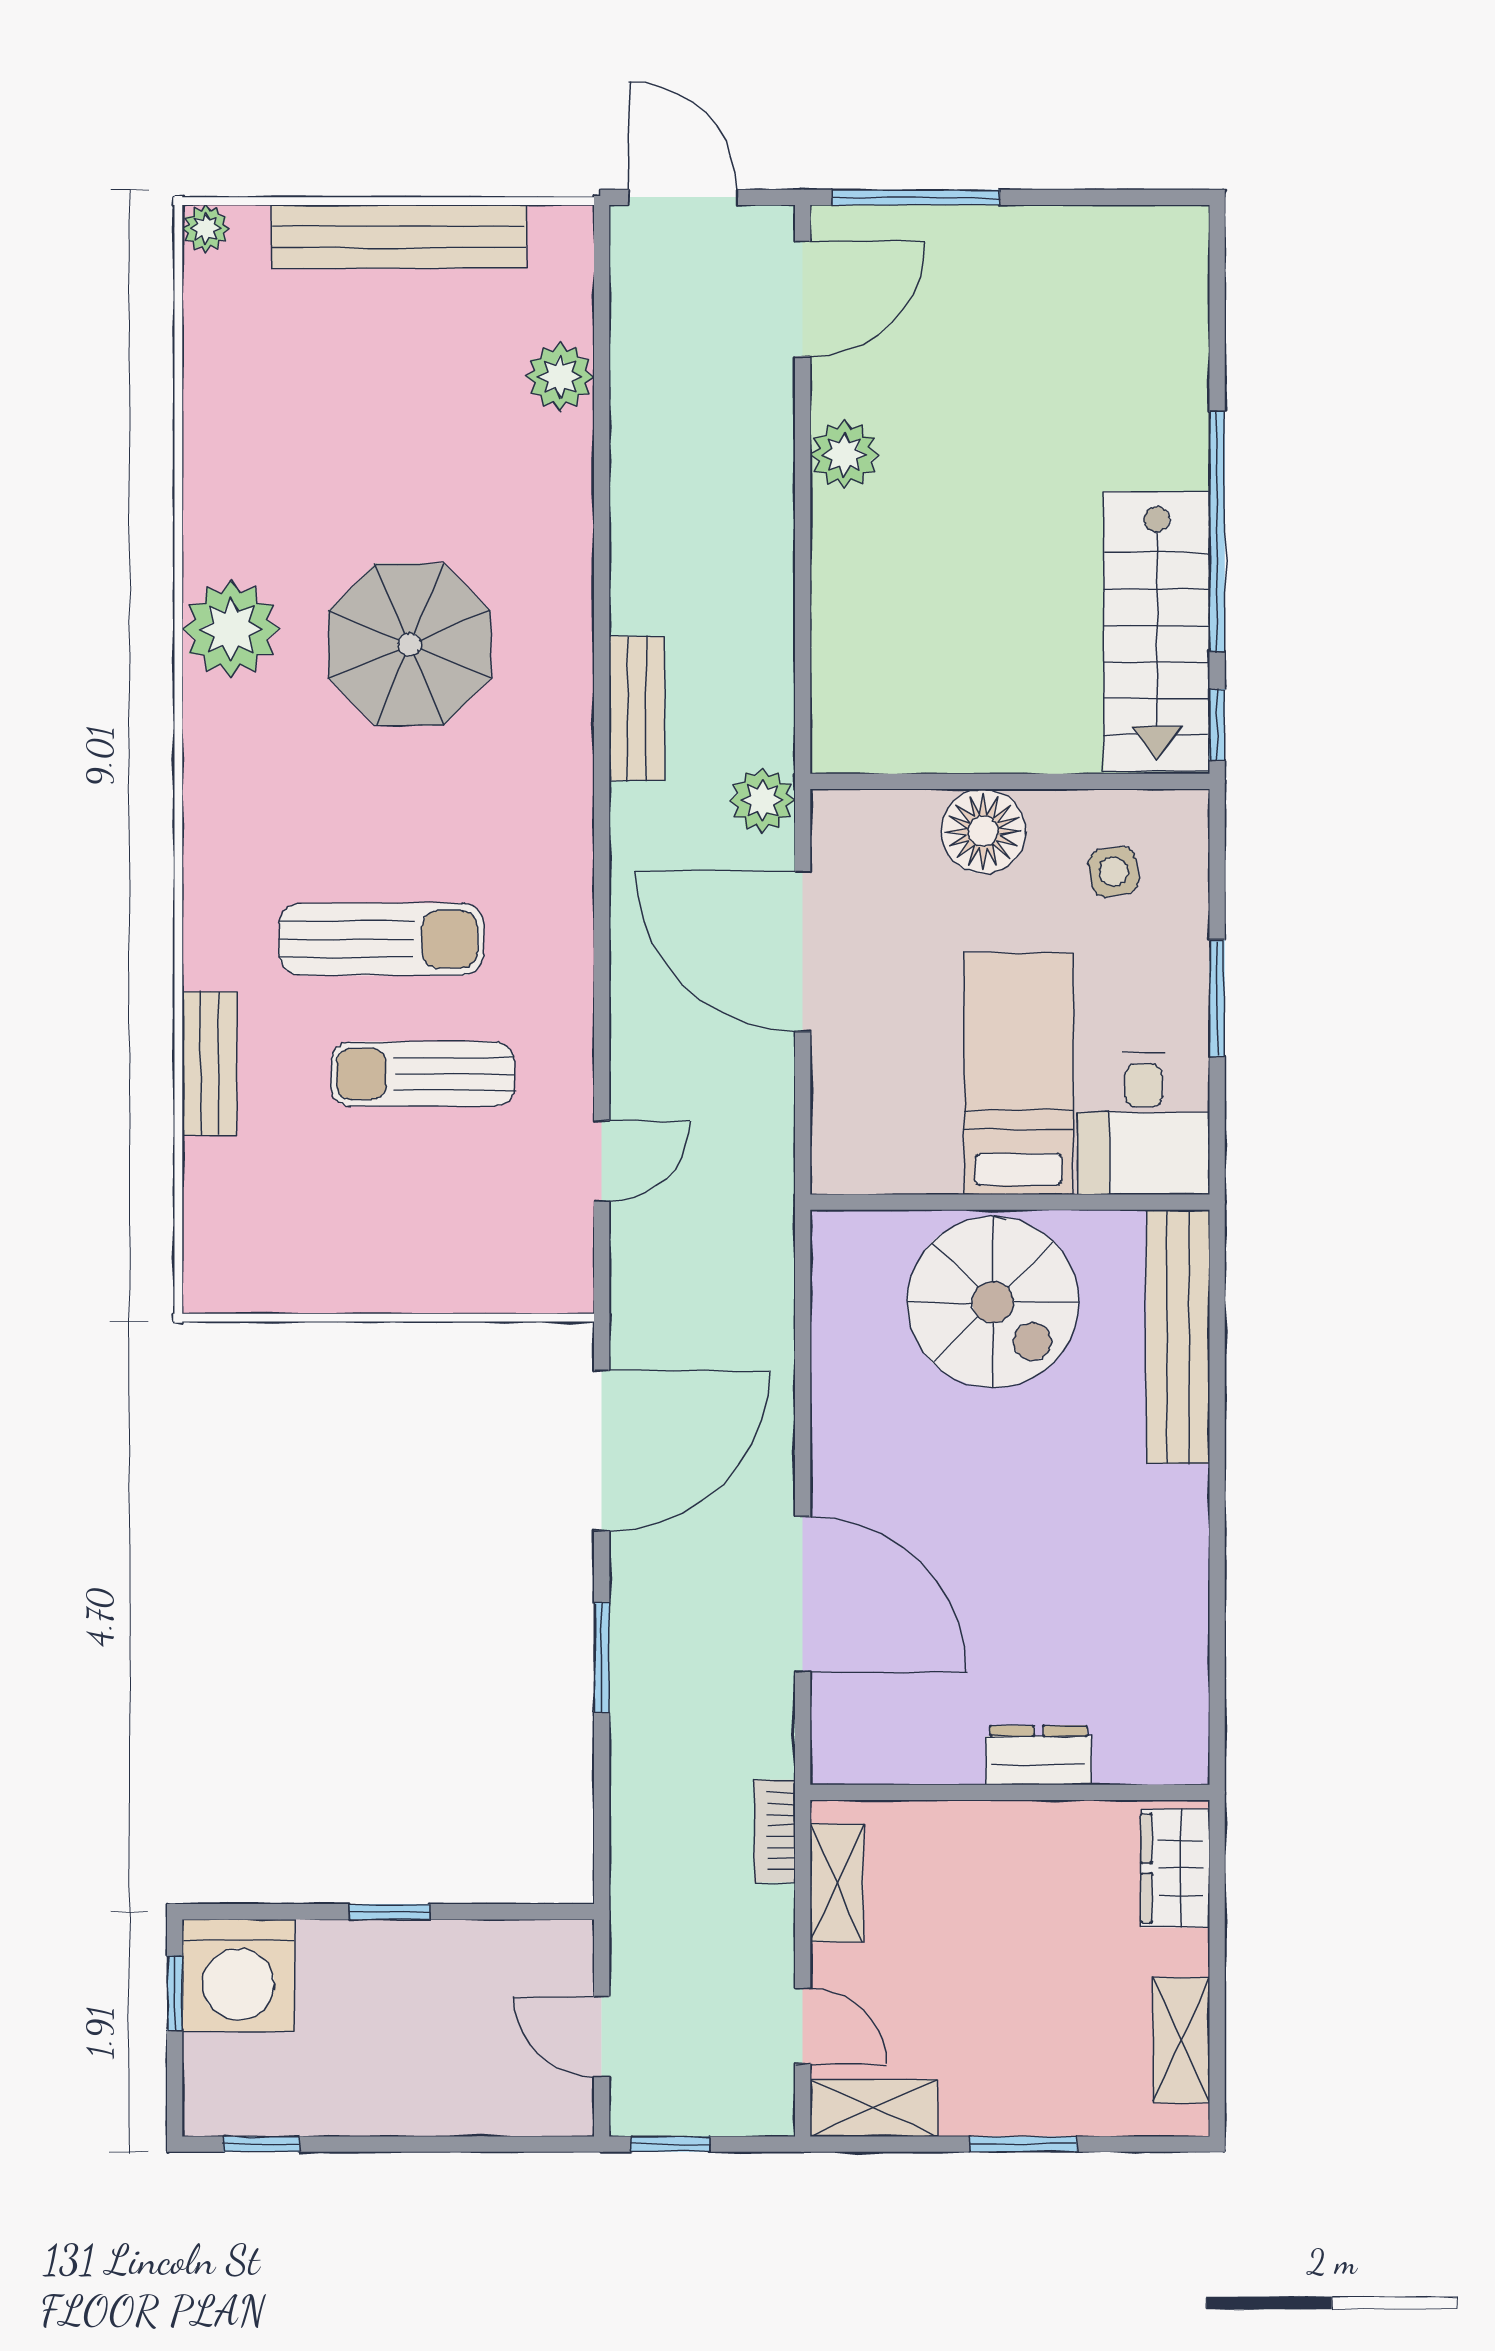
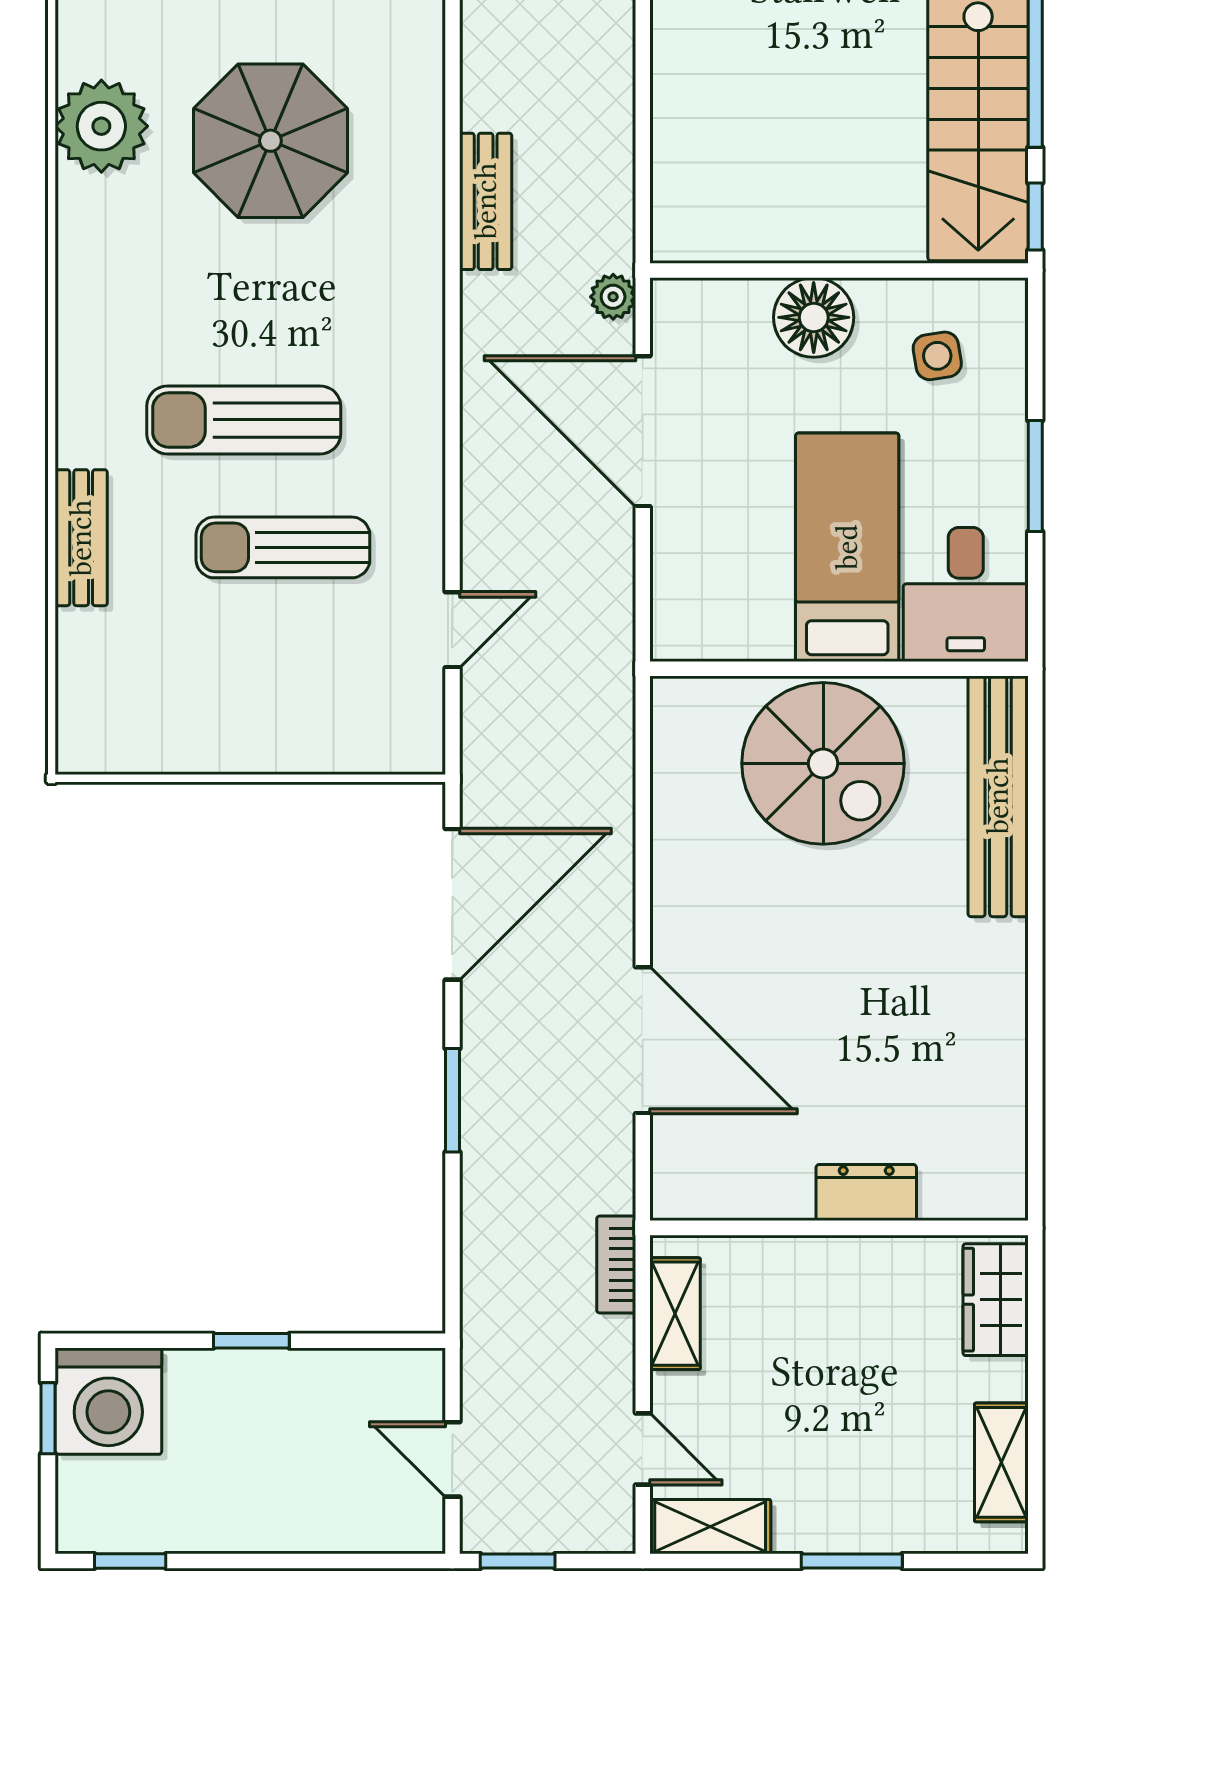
plant: (762, 800) -> (613, 297), width x0.73, depth x0.73
sun lounger: (381, 939) -> (244, 420), turned 180

